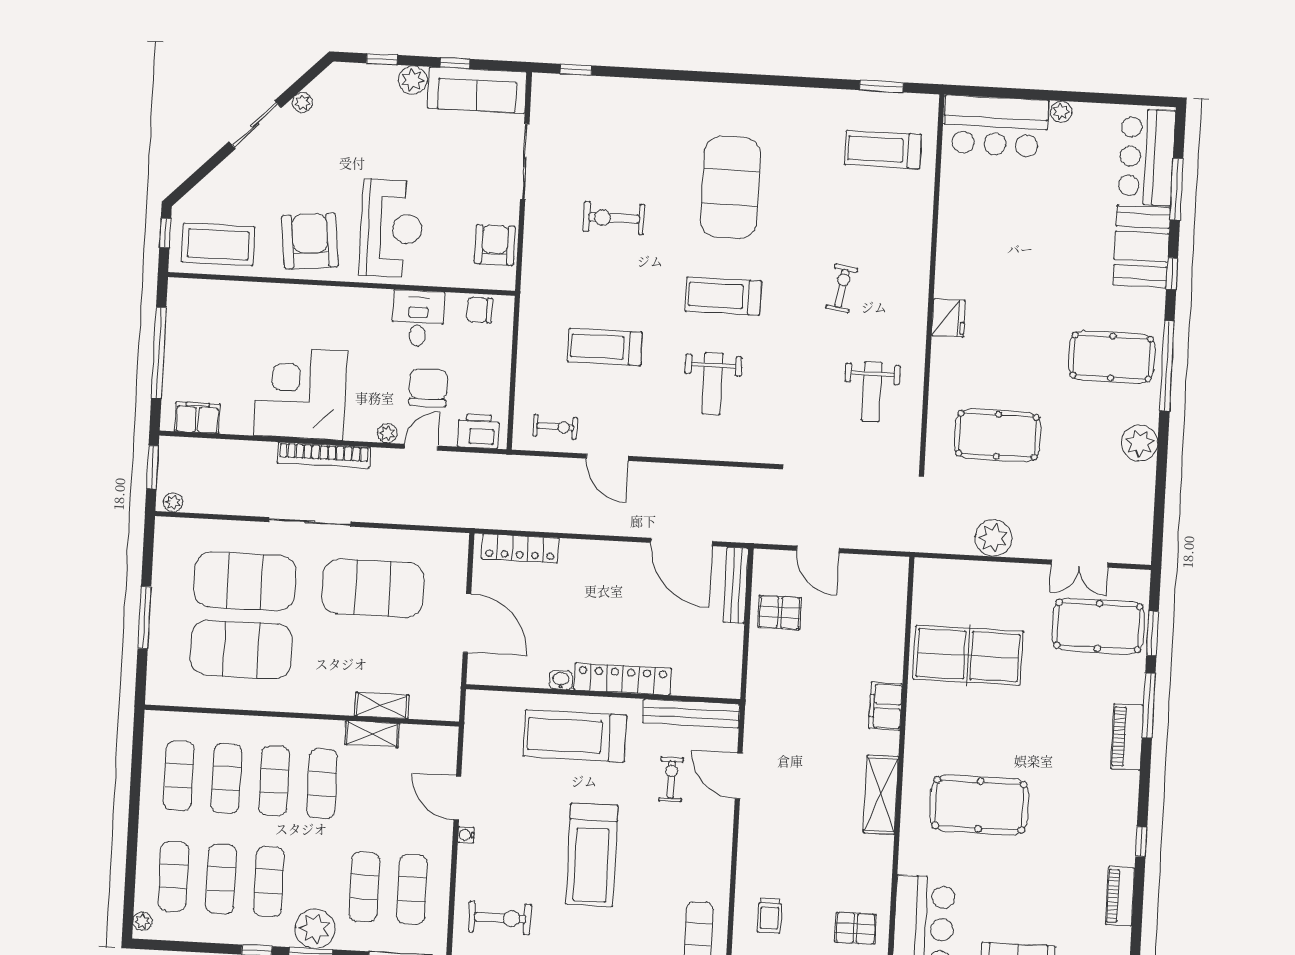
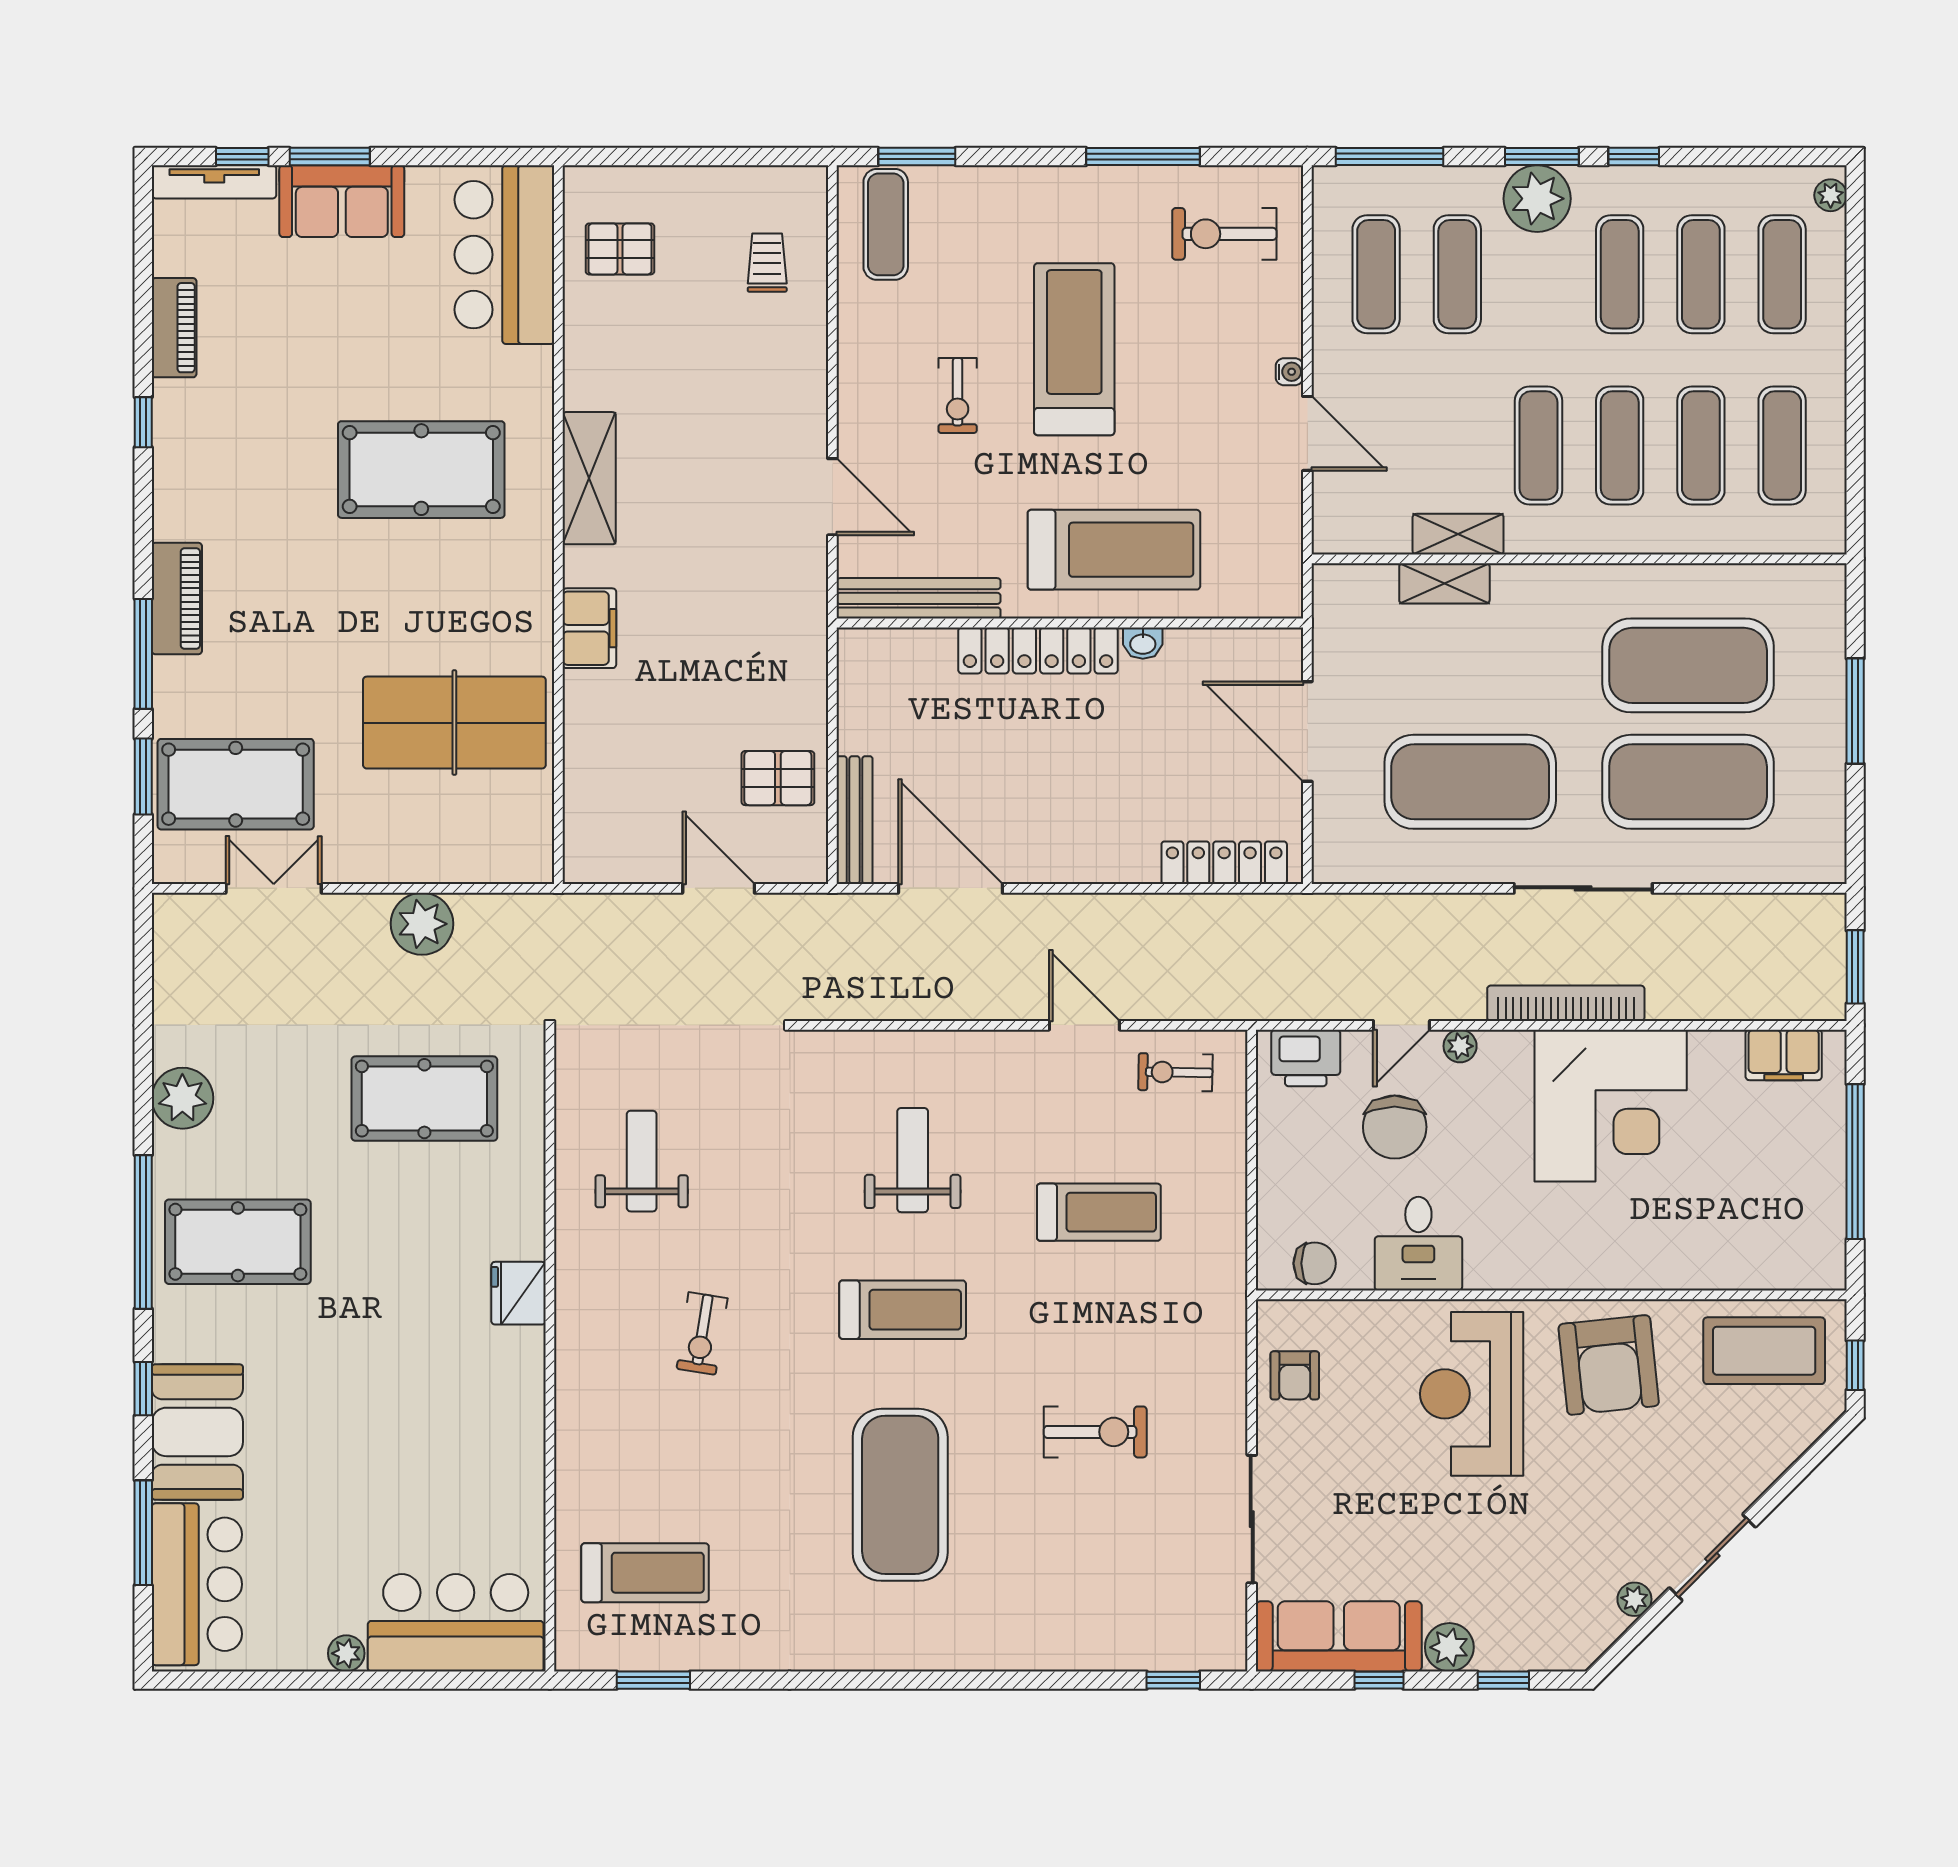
armchair: (495, 245) -> (1295, 1375), width x0.72, depth x0.72
plant: (173, 502) -> (1817, 909), removed
exercise bike: (671, 779) -> (958, 395), moved

